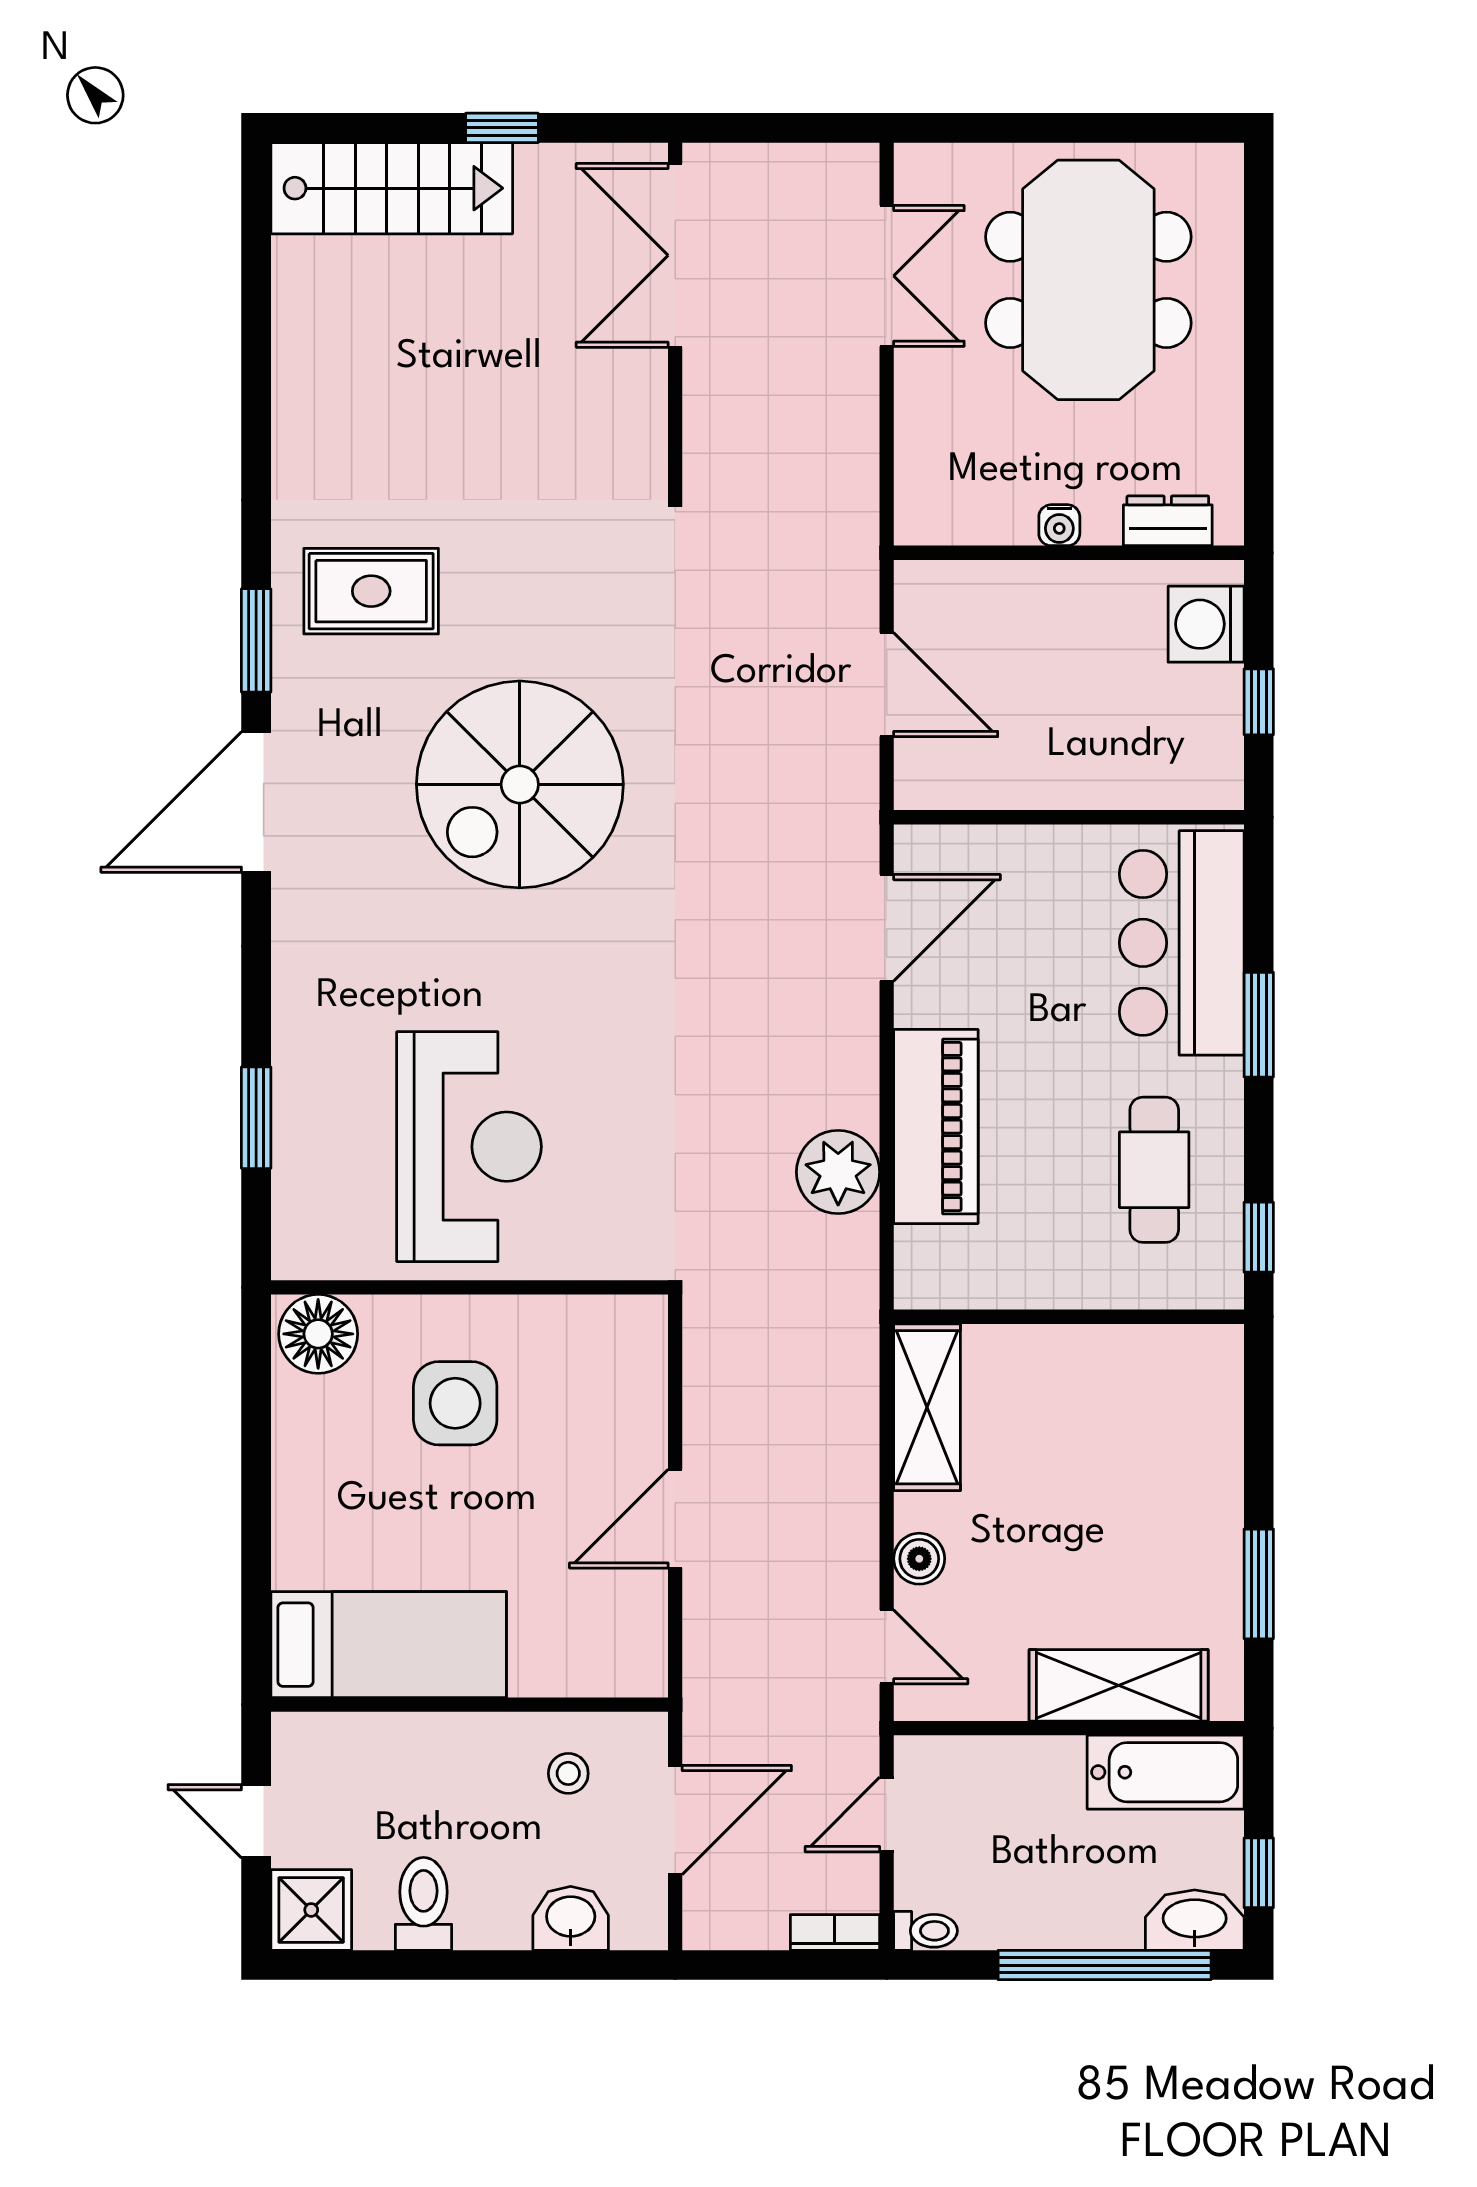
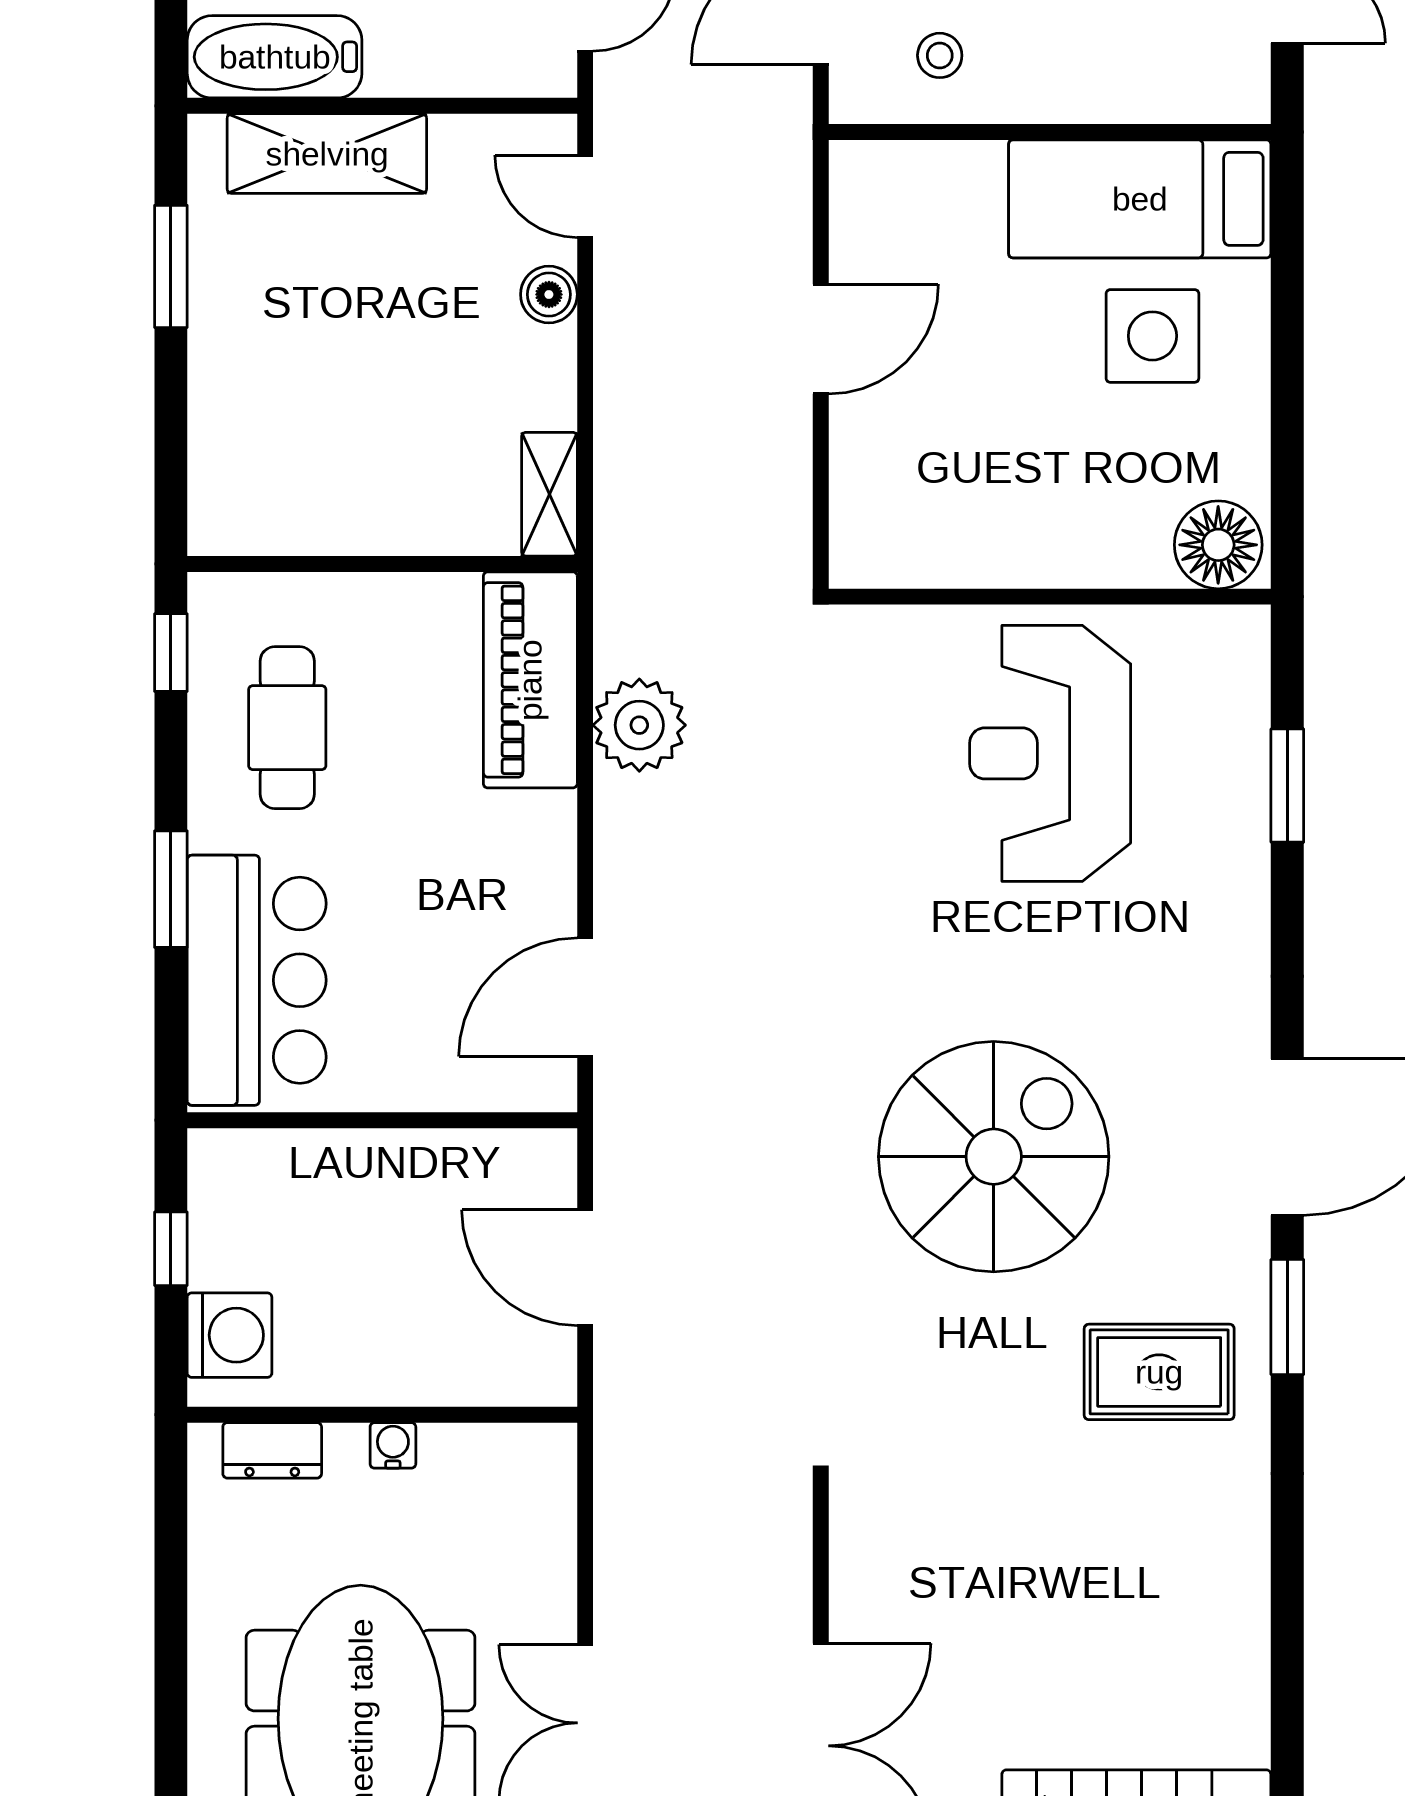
piano: (936, 1127) -> (530, 680), moved
side table: (455, 1403) -> (1152, 336), moved
shelving: (927, 1407) -> (549, 494), width x0.67, depth x0.75

